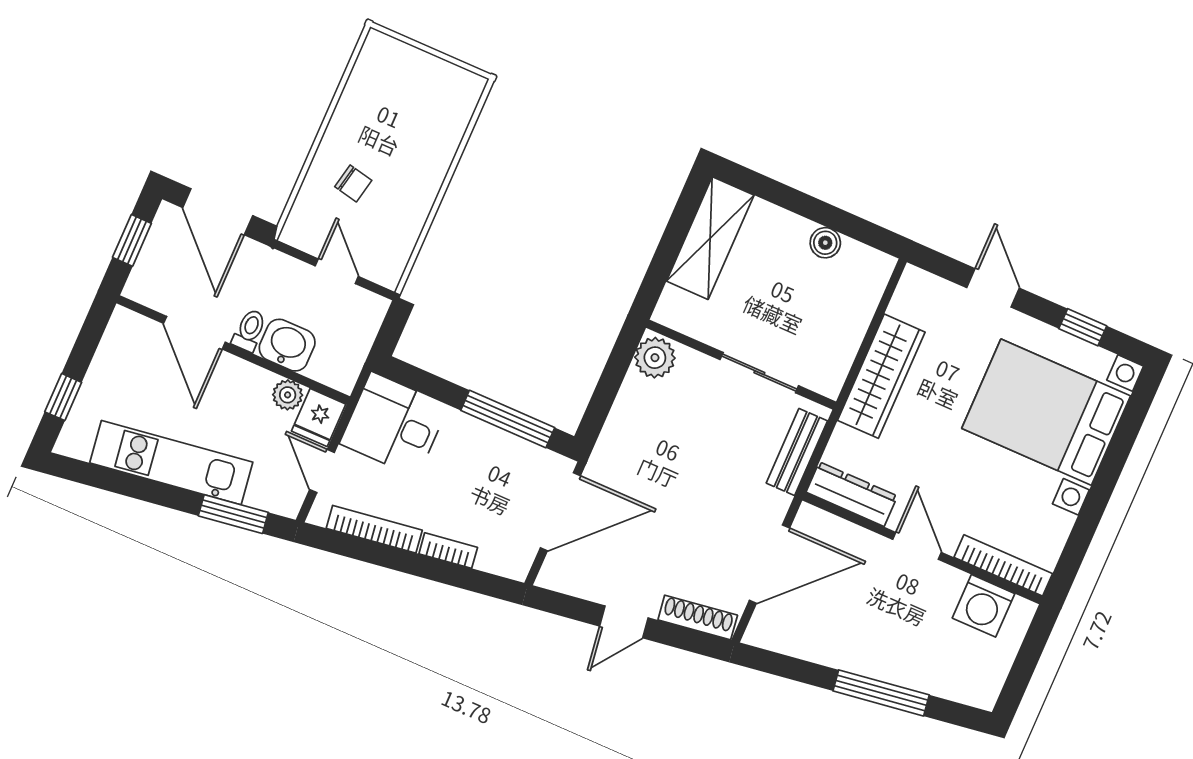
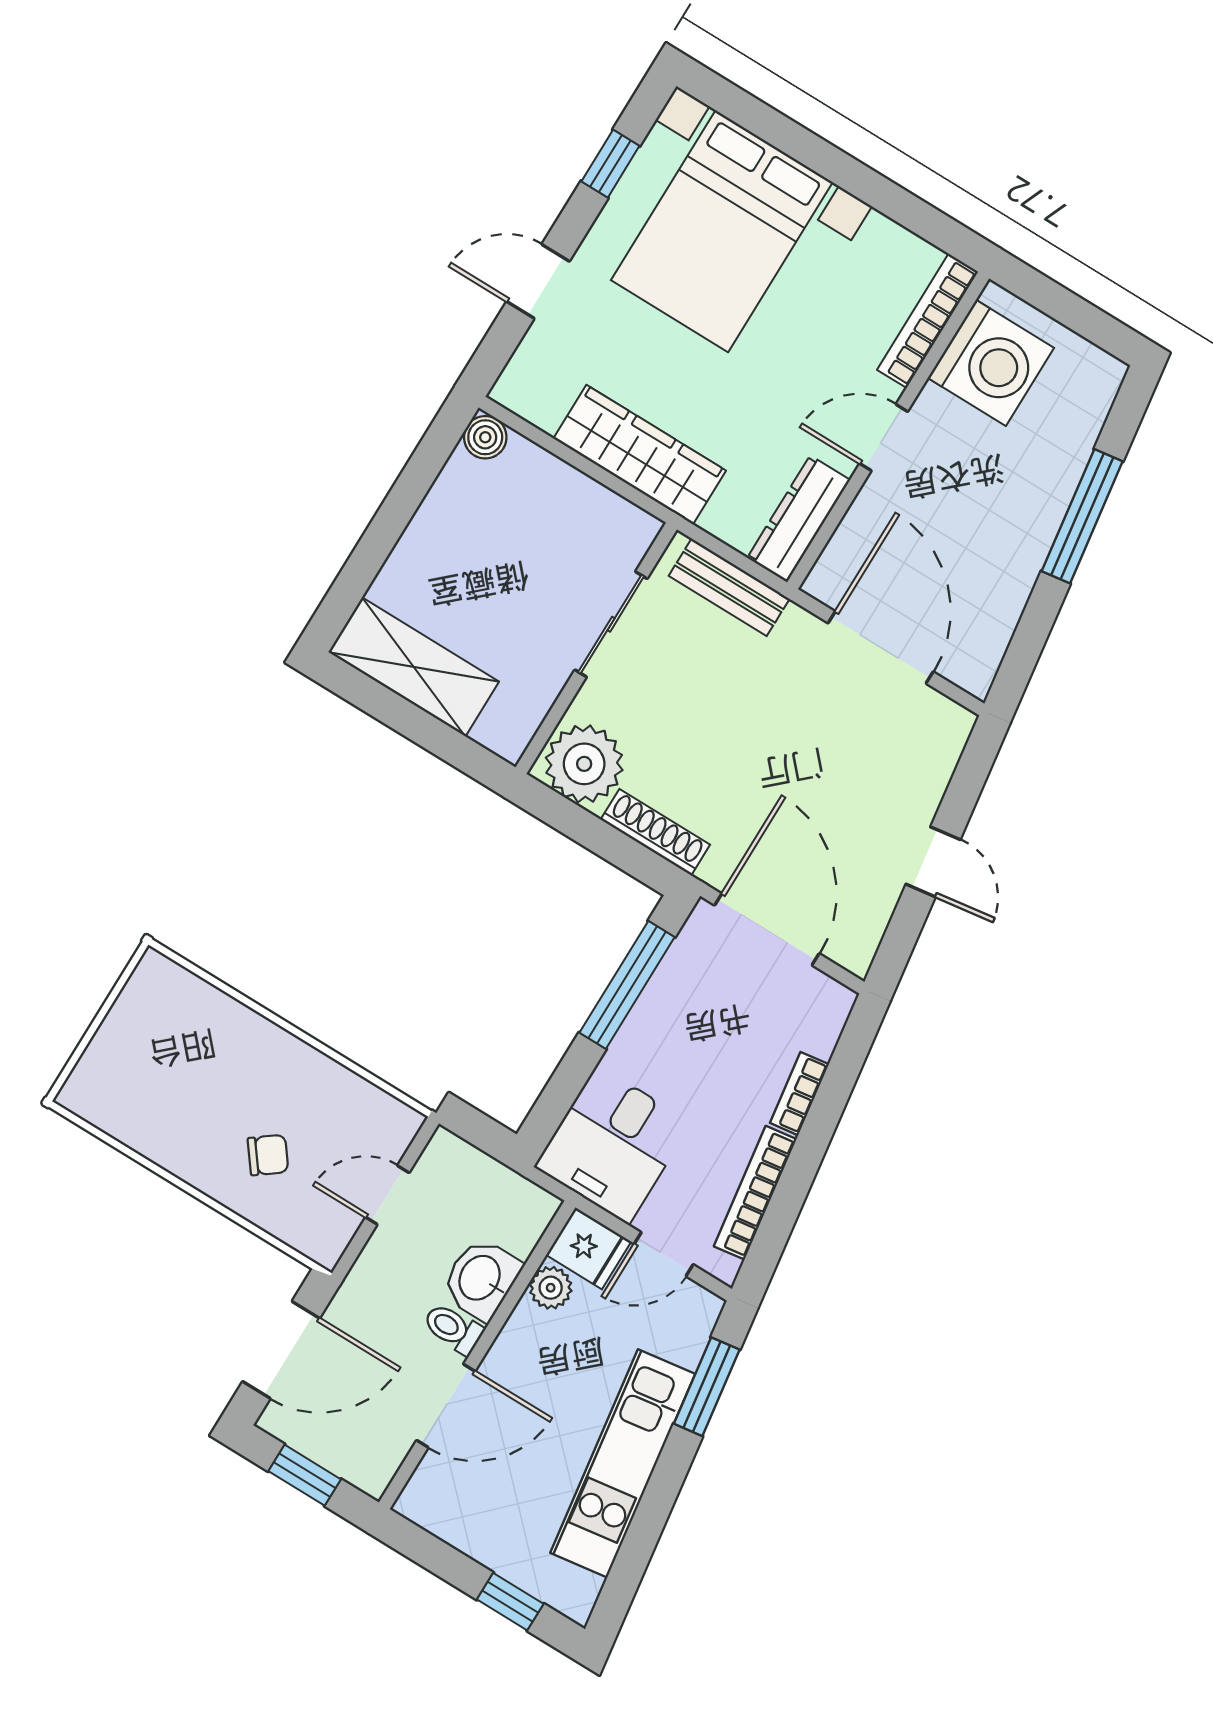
chair: (353, 183) -> (268, 1155), turned 41
boiler: (825, 243) -> (485, 437), moved
plant: (655, 358) -> (584, 764), width x1.36, depth x1.36
washing machine: (983, 606) -> (991, 363), width x1.37, depth x1.37
shoe rack: (698, 618) -> (655, 832), moved, turned 98

